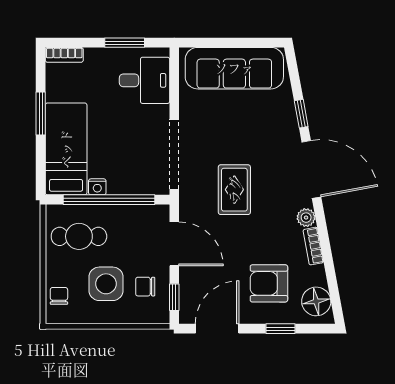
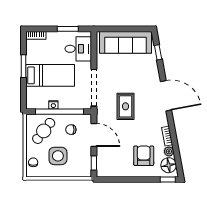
window: (301, 114) -> (158, 52), moved
bed: (66, 149) -> (50, 75), moved, turned 90
plant: (306, 218) -> (169, 151), moved
cafe table: (79, 236) -> (44, 131), turned -52
armchair: (269, 283) -> (144, 156), turned 90
chair: (145, 287) -> (71, 130), moved
door: (217, 329) -> (116, 180), removed
window: (280, 329) -> (168, 180), moved

